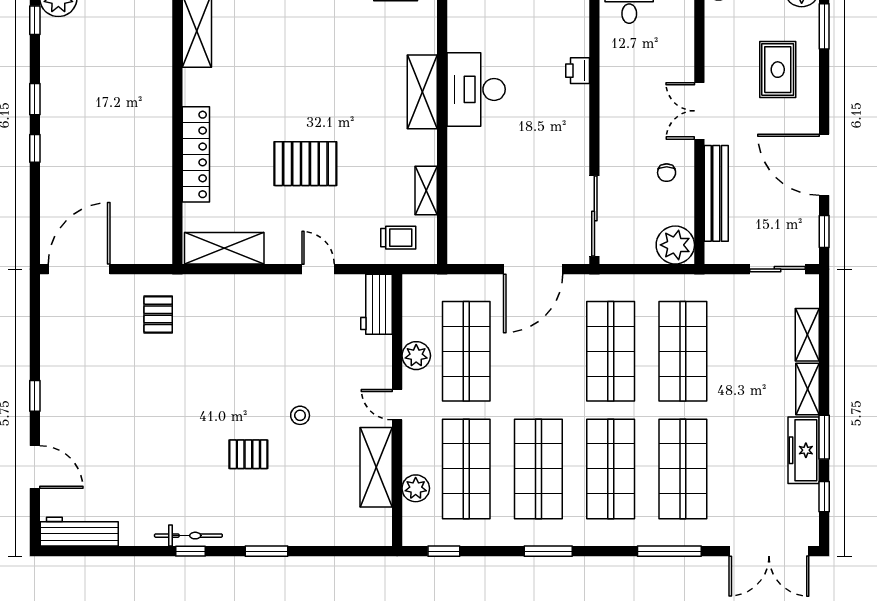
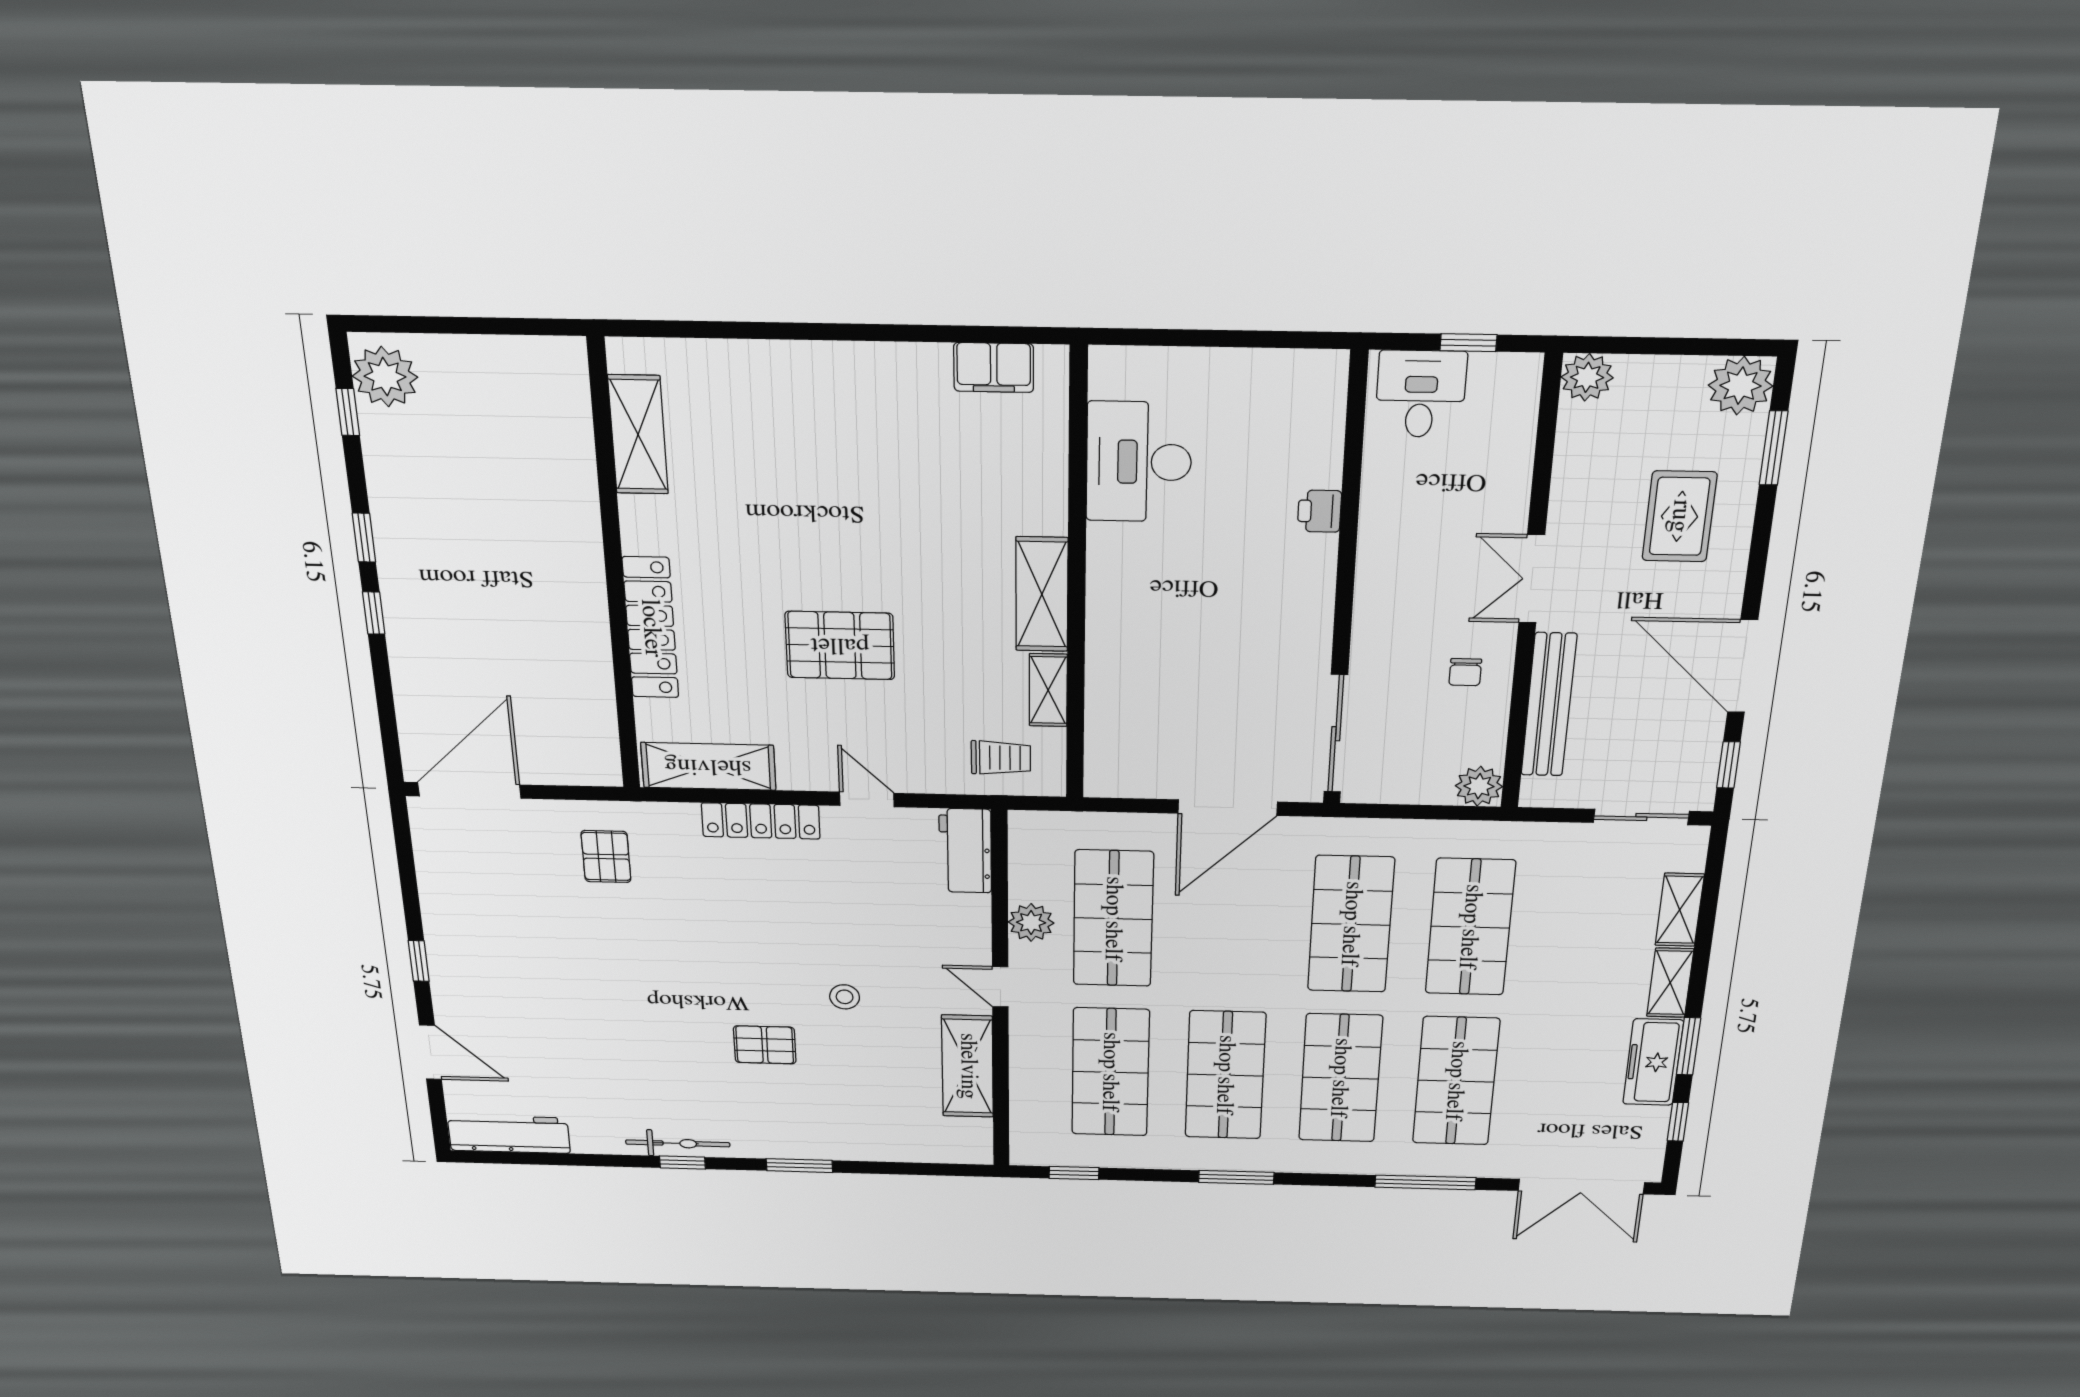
desk: (476, 89) -> (1139, 462), moved
shelving: (422, 92) -> (1042, 594), moved
plant: (675, 245) -> (1479, 786), width x0.73, depth x0.73
locker: (254, 286) -> (761, 821), added
plant: (416, 488) -> (1030, 1095), removed

